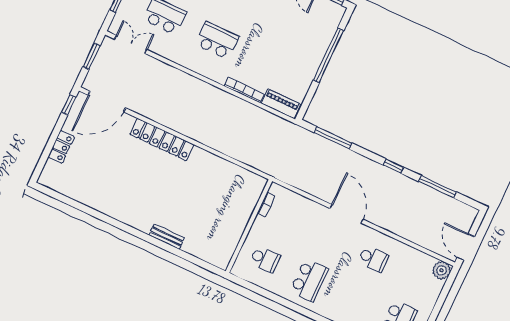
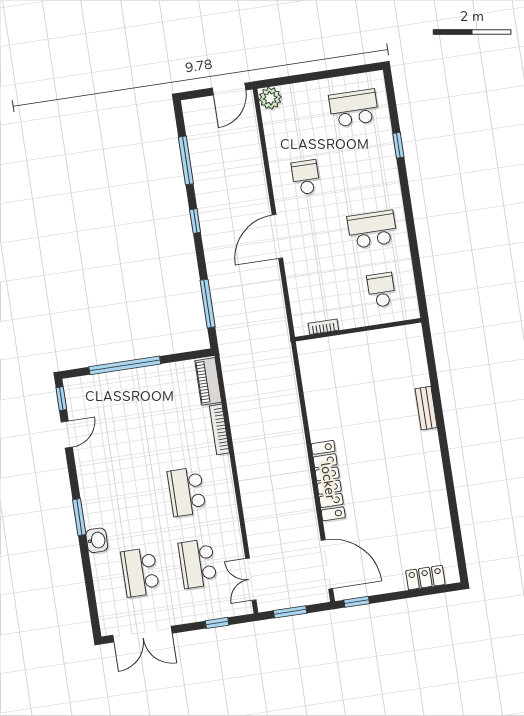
locker: (61, 147) -> (425, 578), moved

